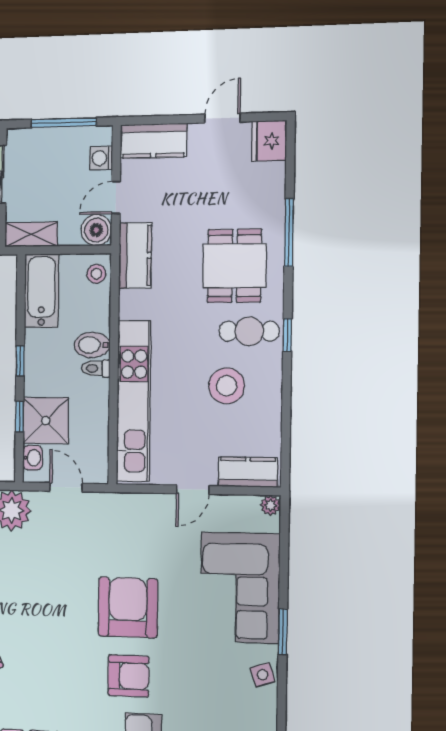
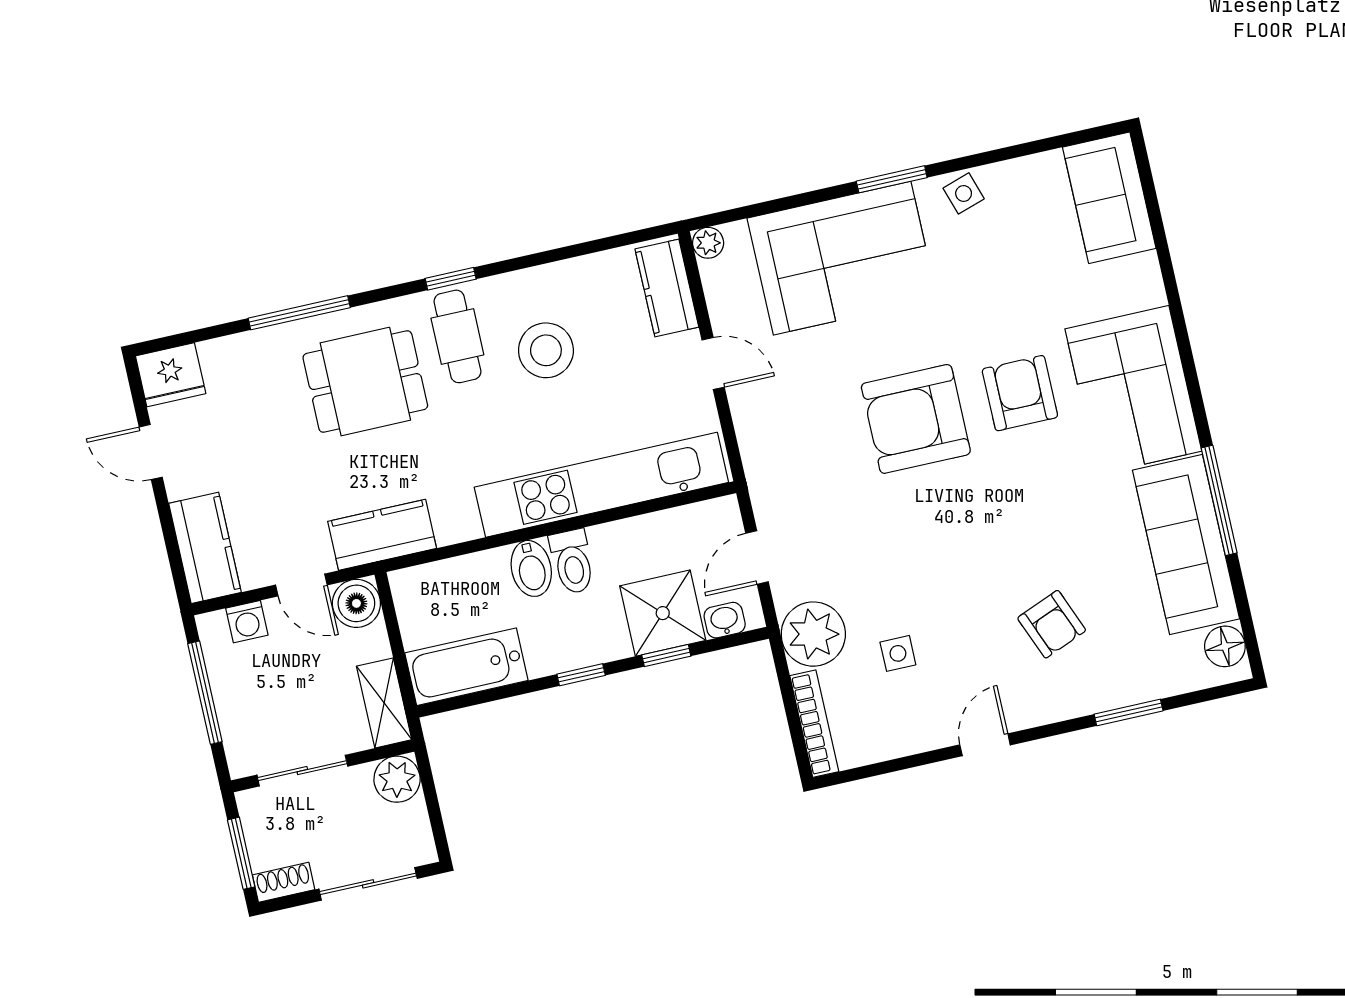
stool: (96, 274) -> (422, 588), removed
toilet: (96, 368) -> (572, 562), width x1.37, depth x1.39

